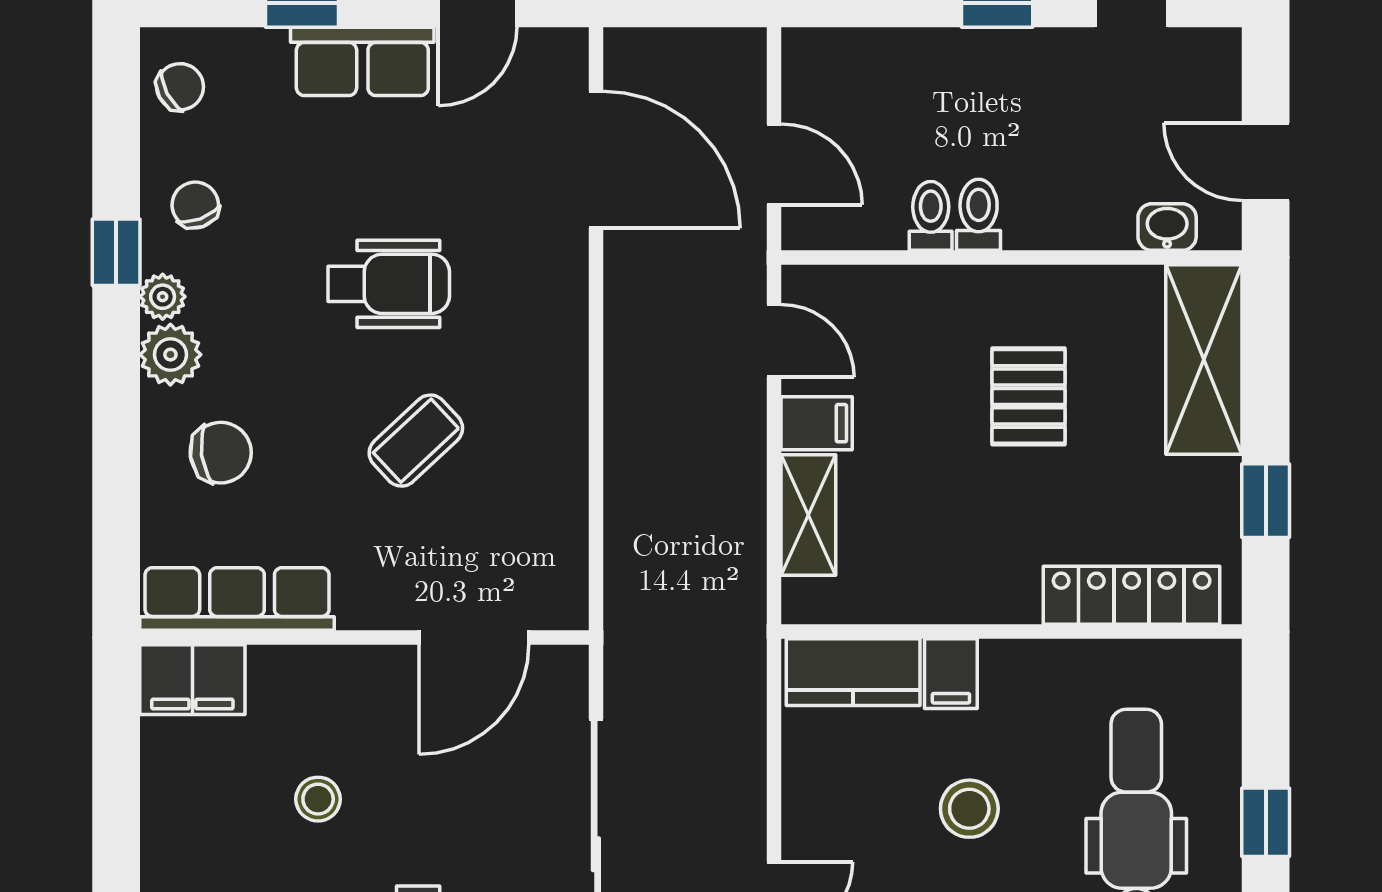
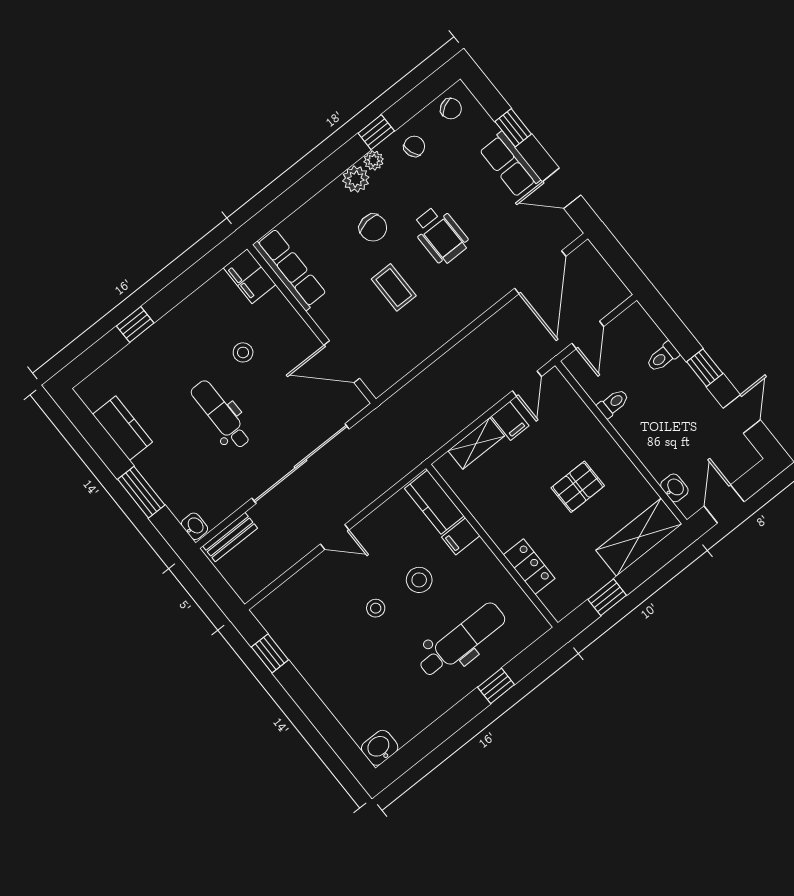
toilet: (979, 215) -> (663, 357), moved, turned 180
coffee table: (416, 441) -> (394, 287), turned 43
chair: (221, 453) -> (373, 228), moved
locker: (1132, 595) -> (529, 567), width x0.66

